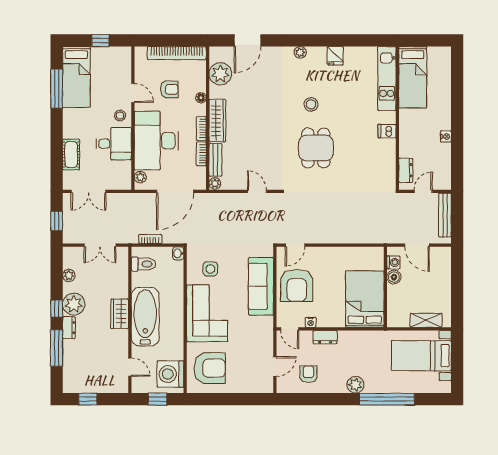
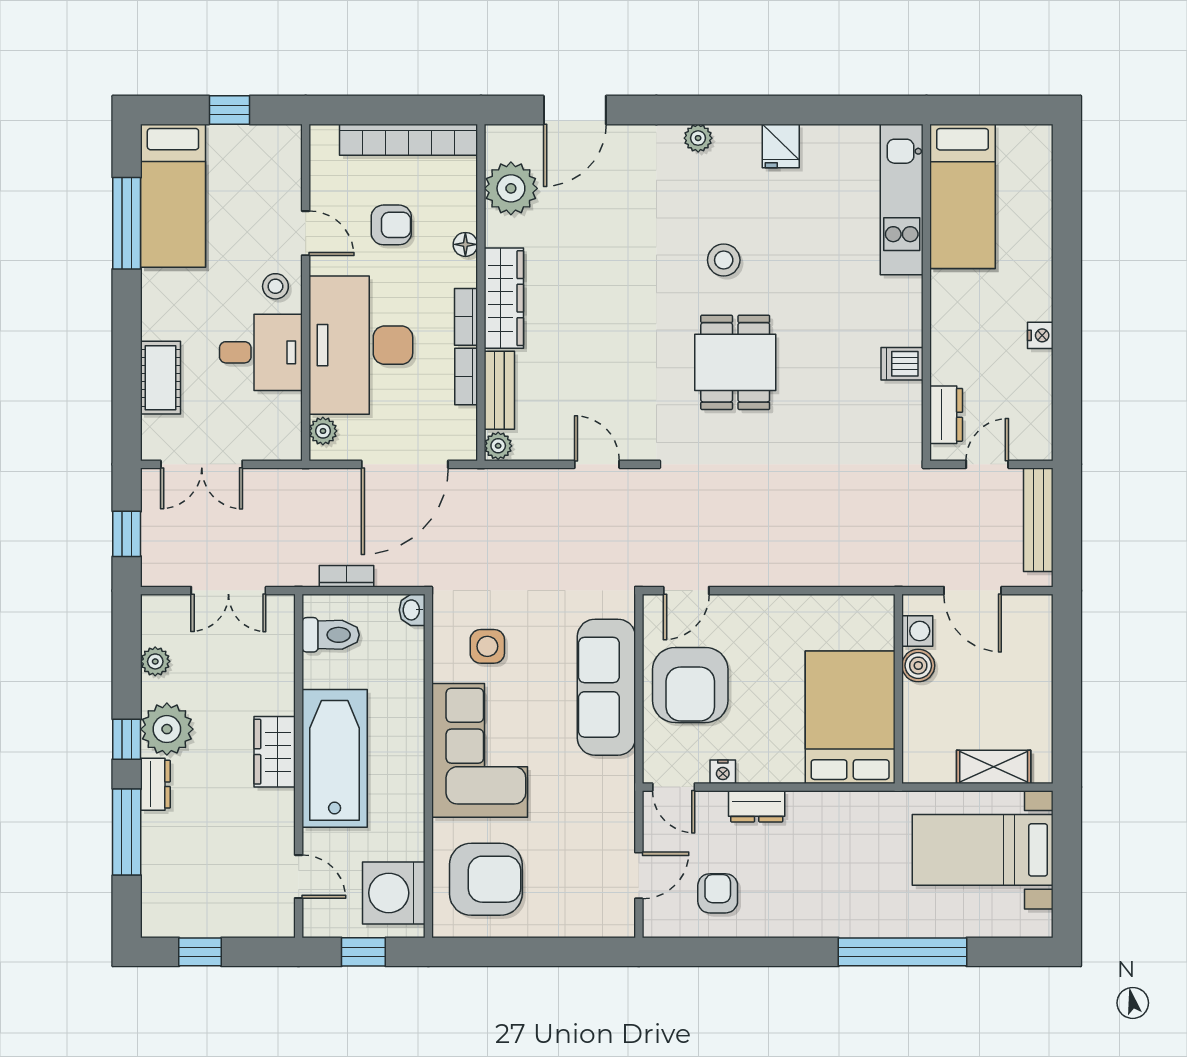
dishwasher: (387, 131) -> (902, 364), moved
plant: (355, 385) -> (828, 918), removed

